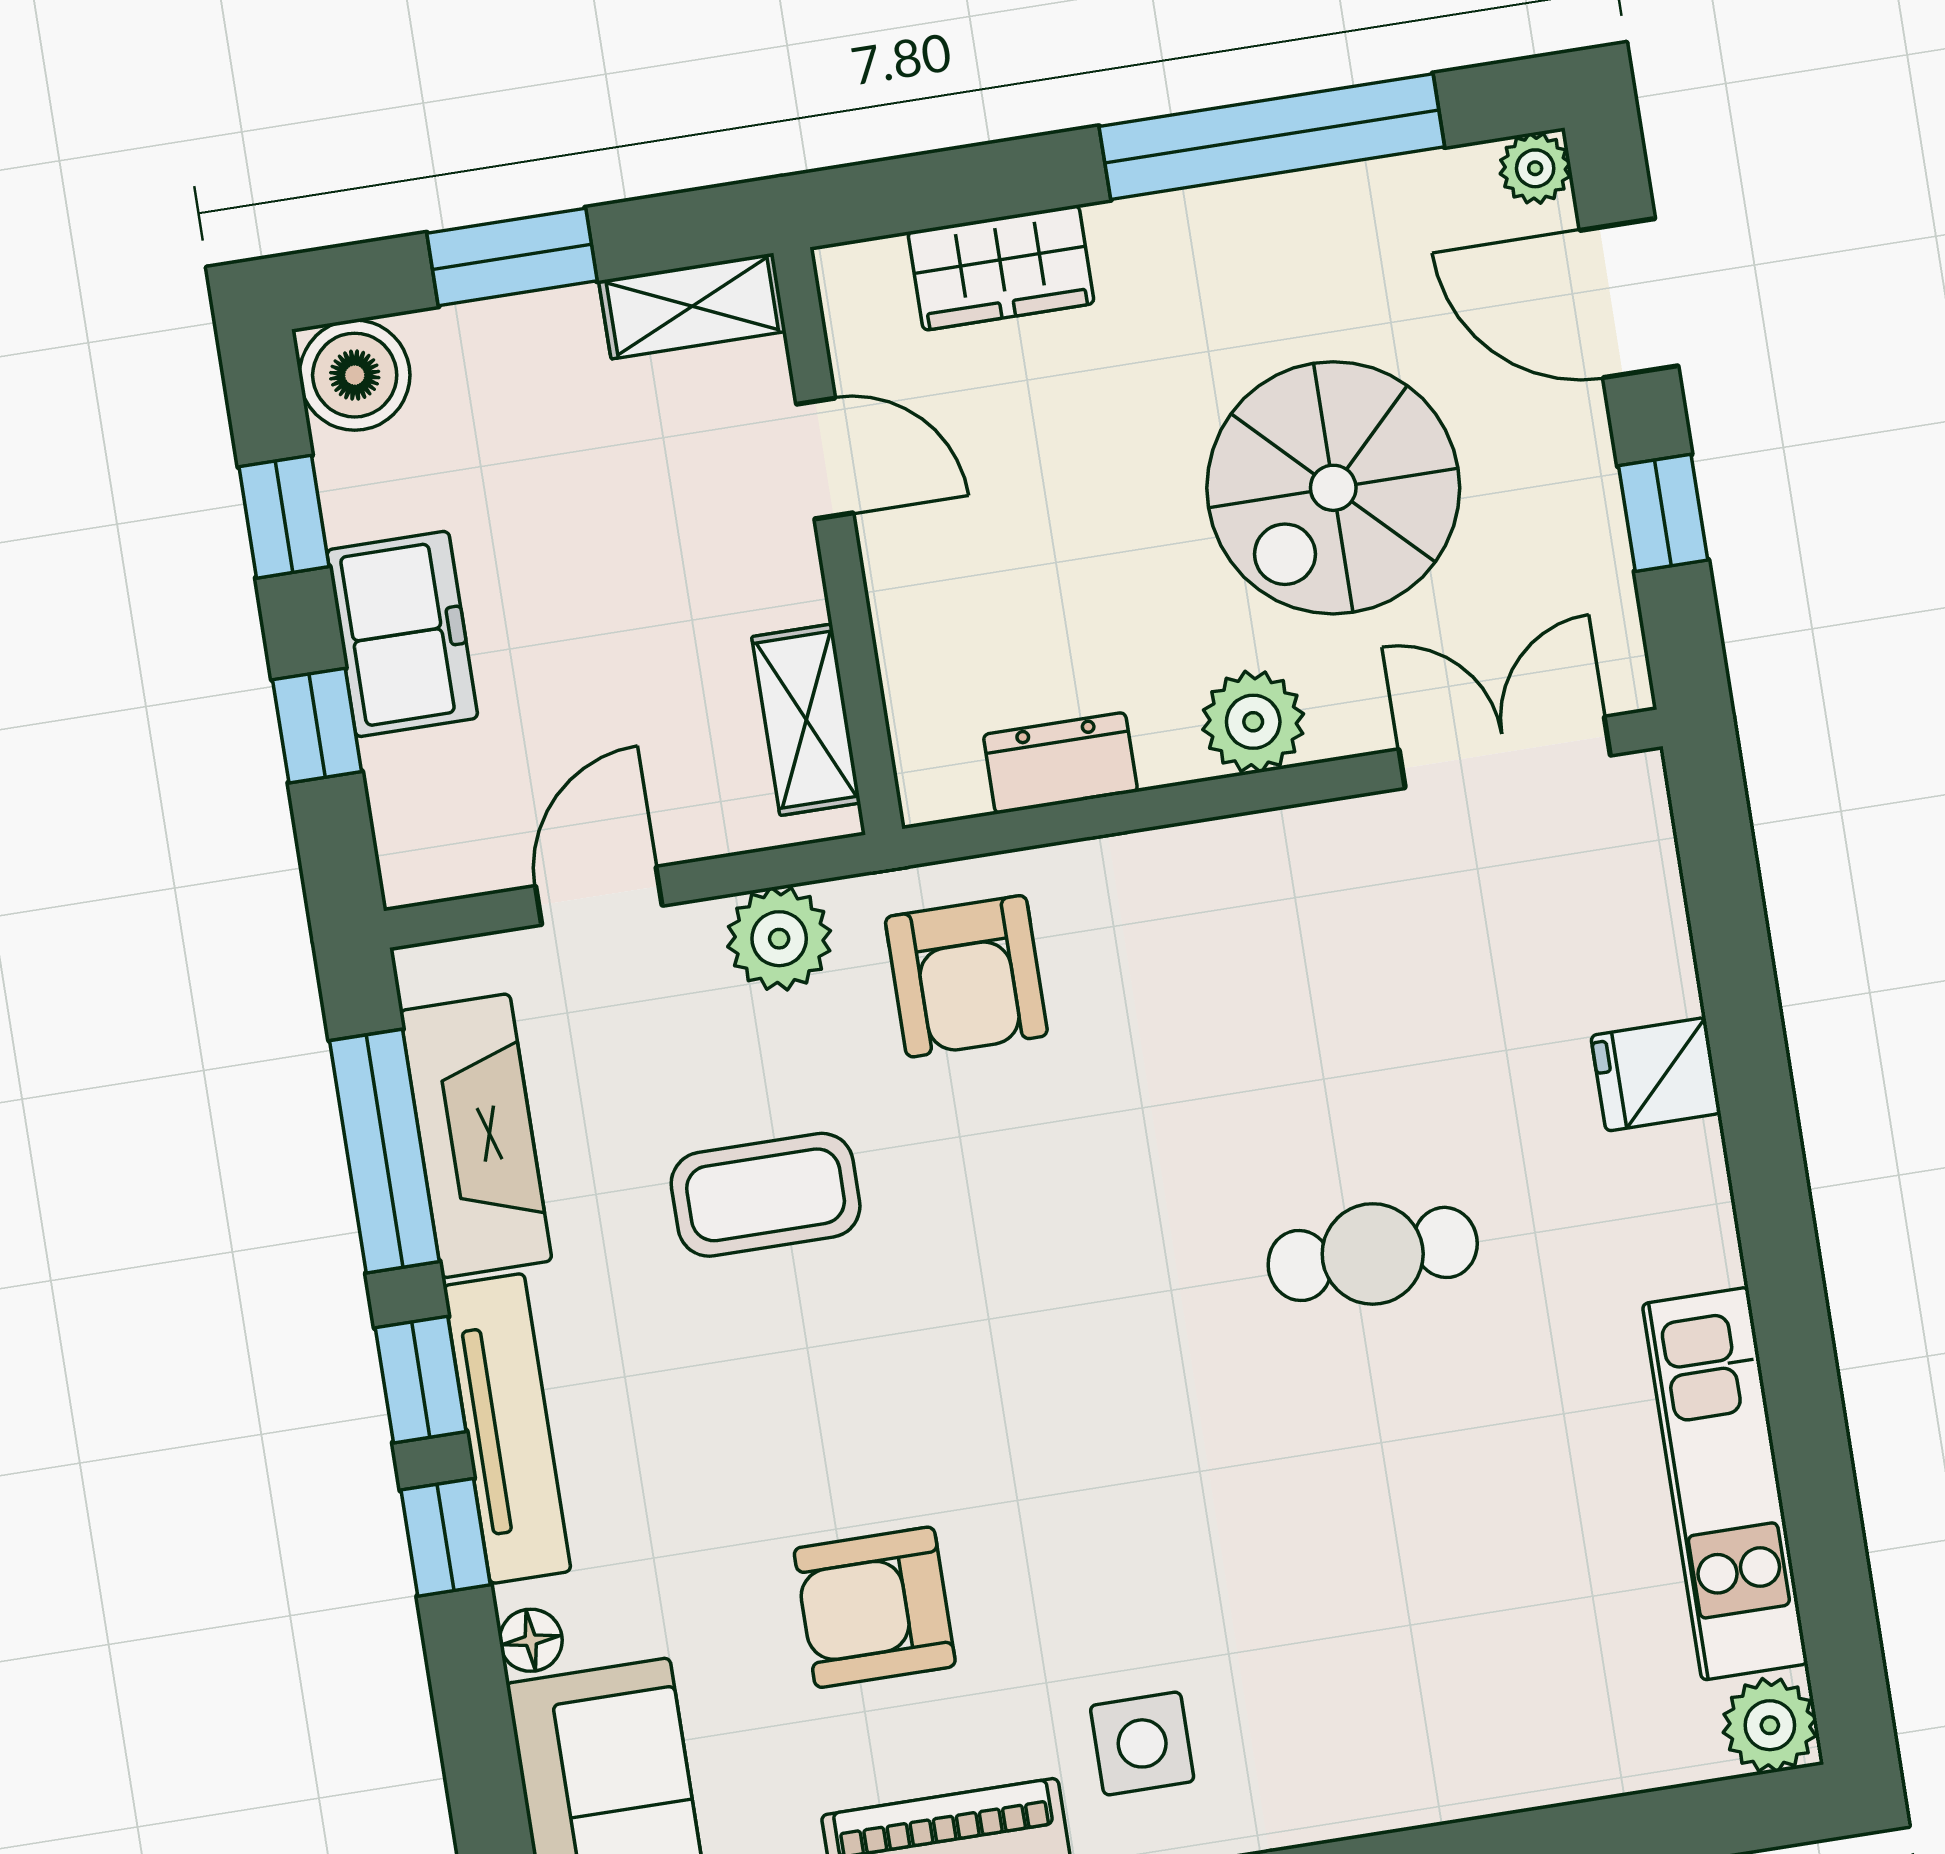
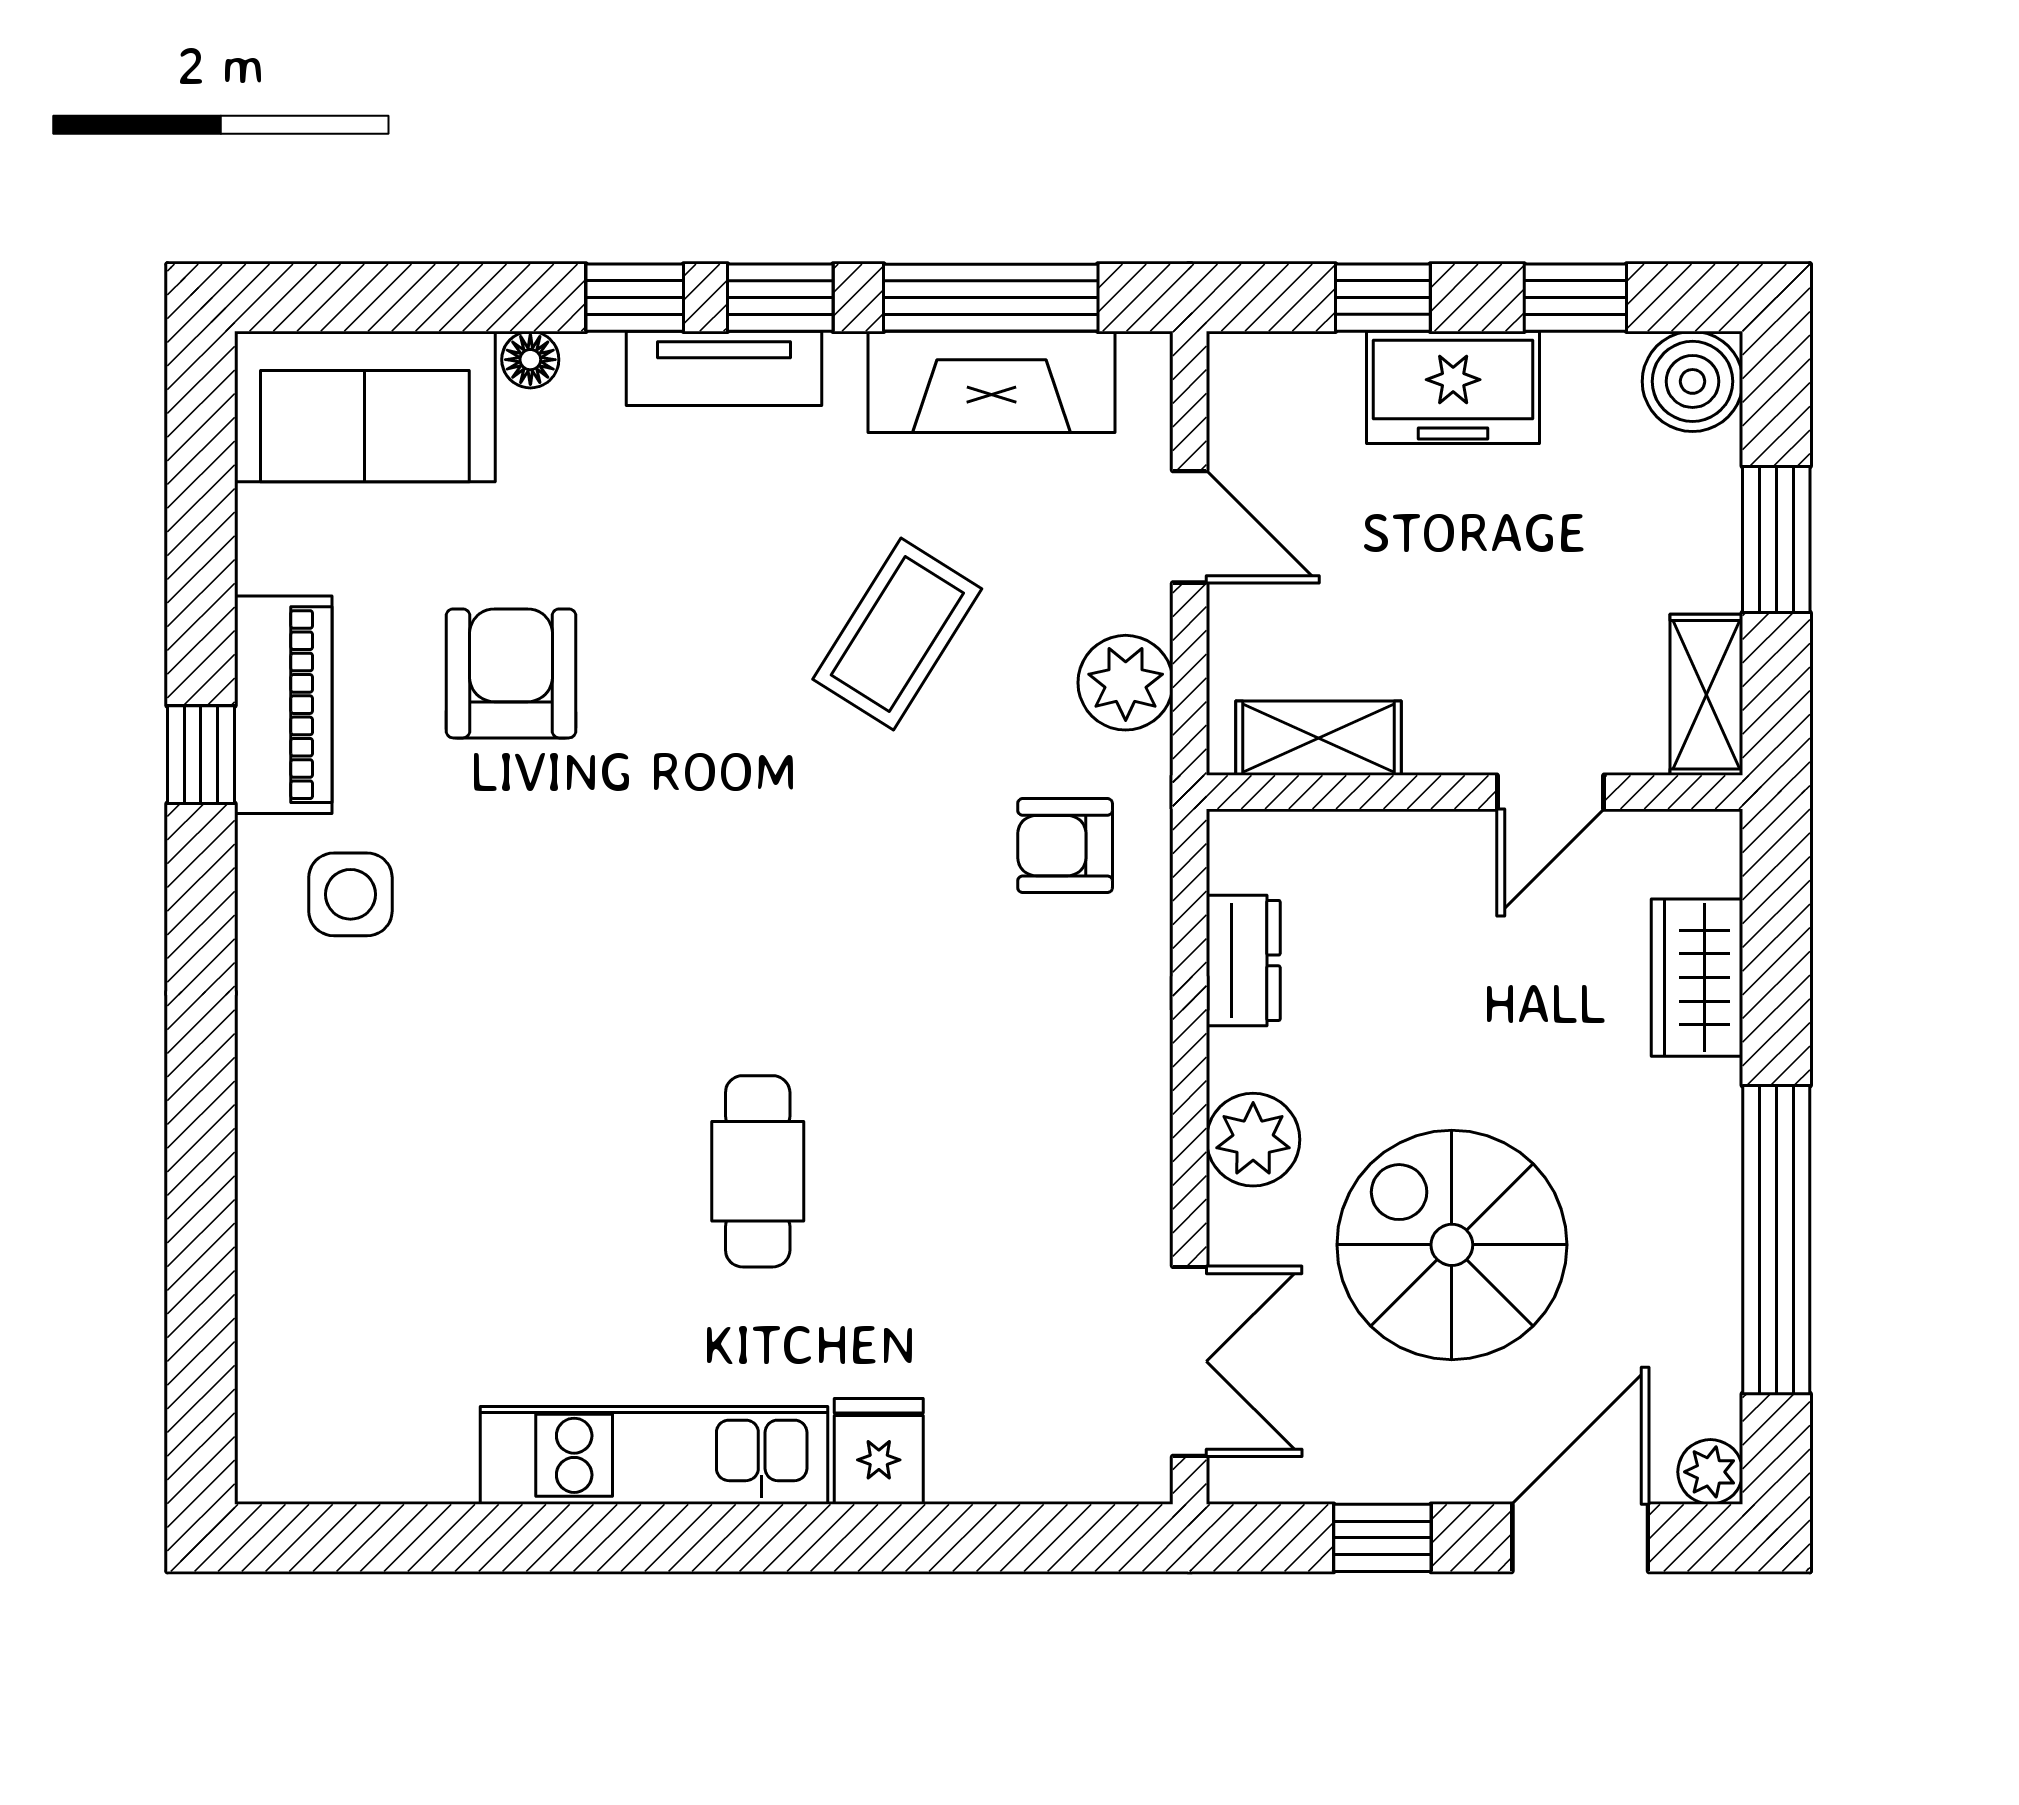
armchair: (966, 976) -> (1065, 846), width x0.72, depth x0.72
coffee table: (766, 1195) -> (897, 634), turned 32
tv unit: (507, 1428) -> (724, 368), width x0.71
kitchen unit: (1725, 1484) -> (654, 1455), moved
plant: (1770, 1725) -> (278, 1461), removed

